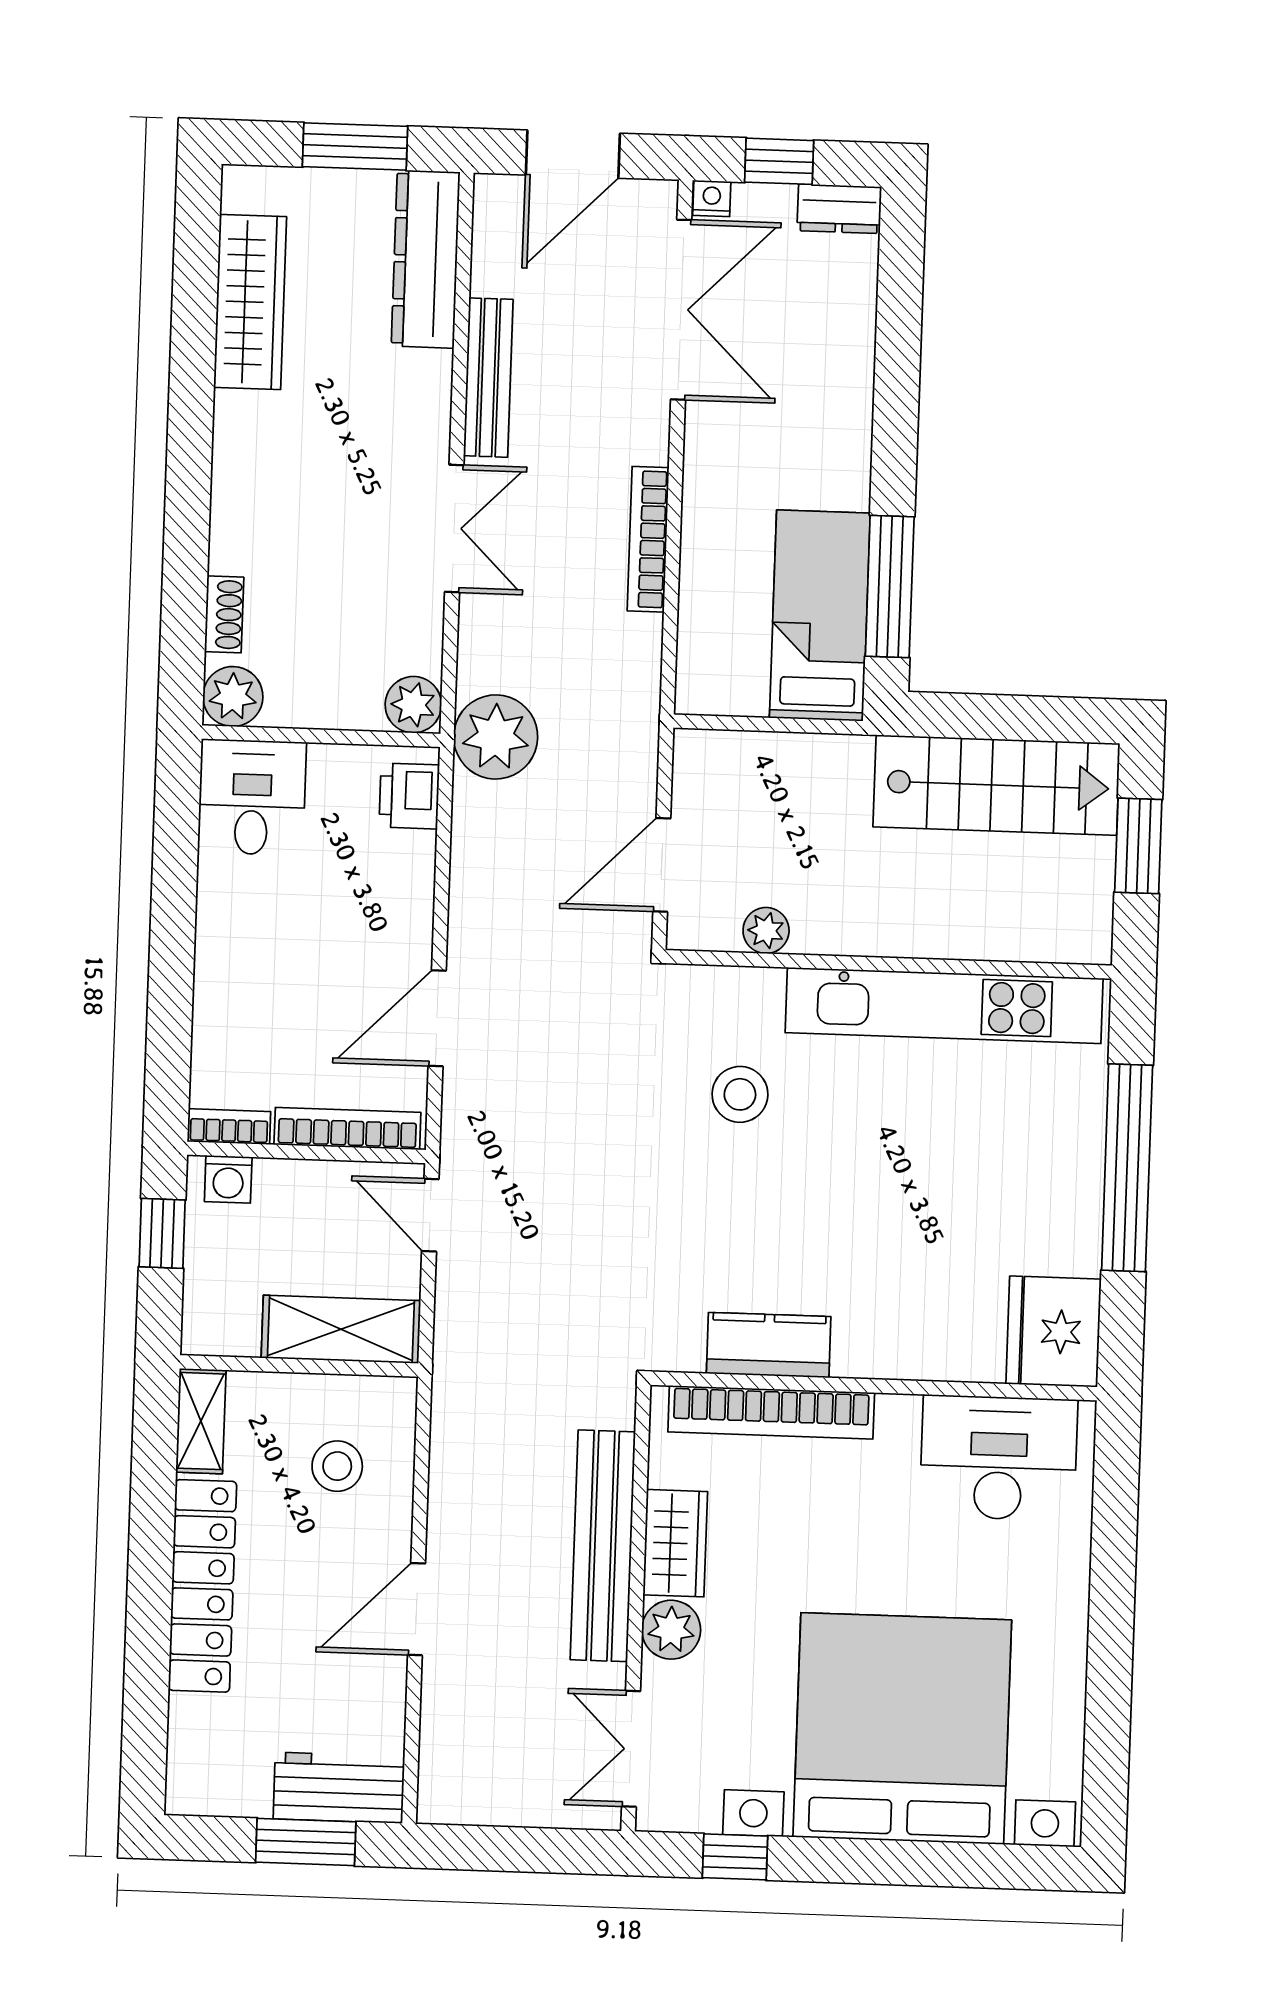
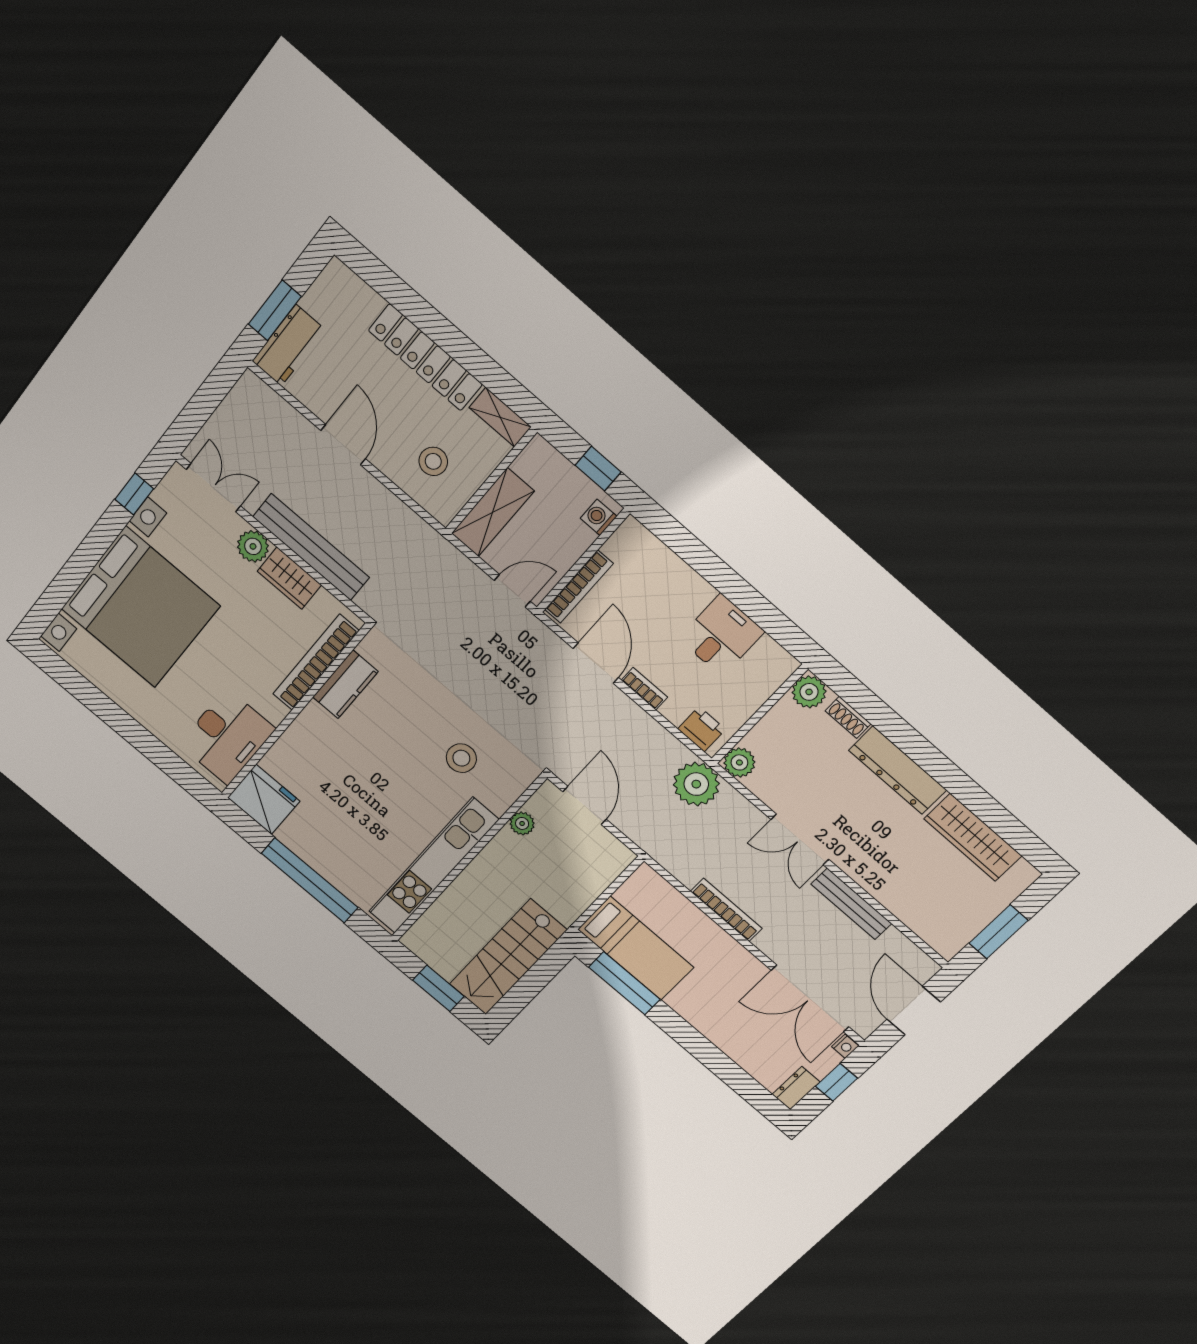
dresser: (426, 259) -> (898, 770), moved, turned 180
desk: (252, 797) -> (721, 635), moved, turned -90
bookcase: (229, 1127) -> (644, 689), moved, turned -90

